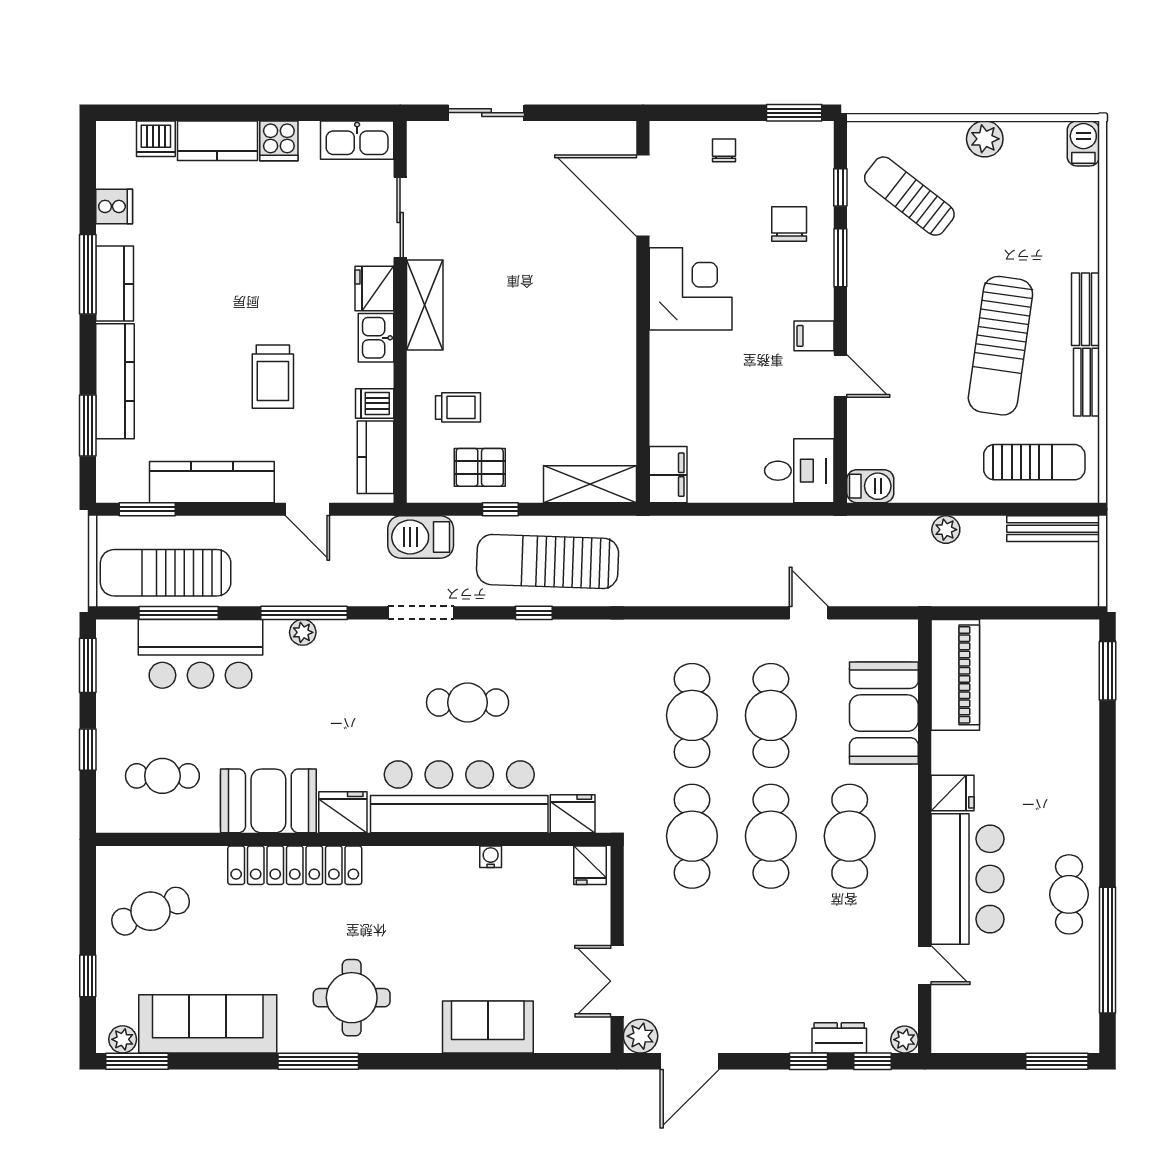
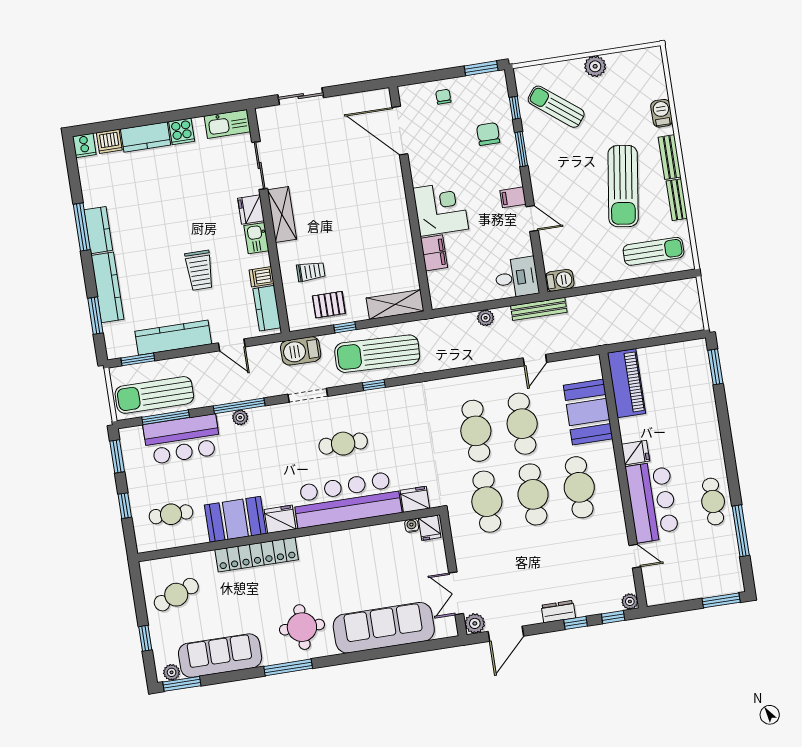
barbecue: (1083, 143) -> (662, 113), moved
cooker: (114, 206) -> (84, 145), moved, turned 90
corner desk: (691, 289) -> (441, 209), moved
filing cabinet: (668, 475) -> (434, 253), moved
bench: (1053, 529) -> (539, 309), moved
plant: (946, 530) -> (486, 318), moved
door: (809, 613) -> (535, 360), swing flipped
water cooler: (491, 857) -> (412, 526), moved
window: (1108, 950) -> (741, 531), width x0.68
sofa: (488, 1027) -> (384, 628), width x1.85, depth x1.27
dresser: (839, 1038) -> (558, 612), moved

